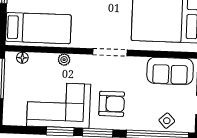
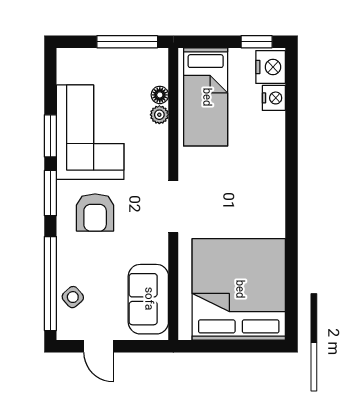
floor lamp: (22, 58) -> (160, 95), moved
plant: (64, 60) -> (159, 115), moved

